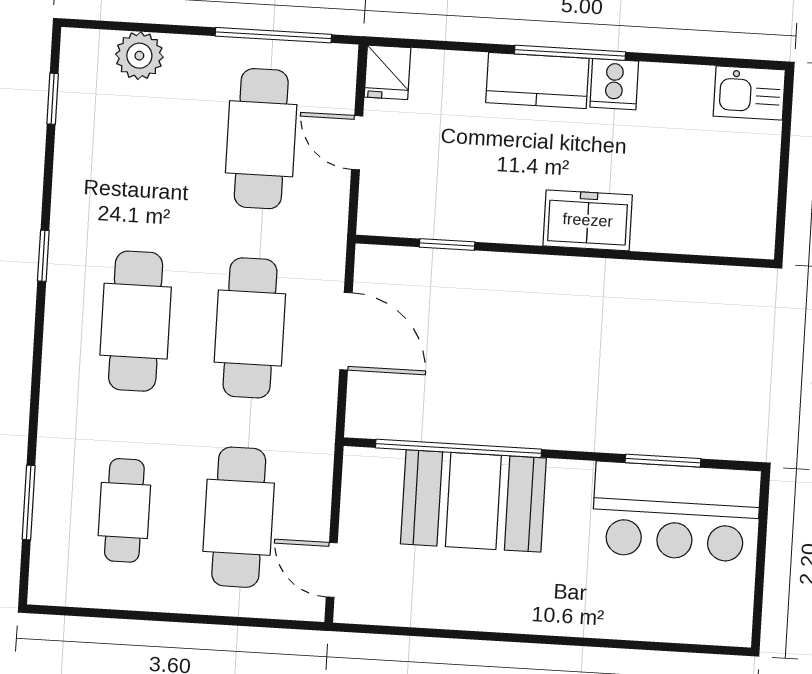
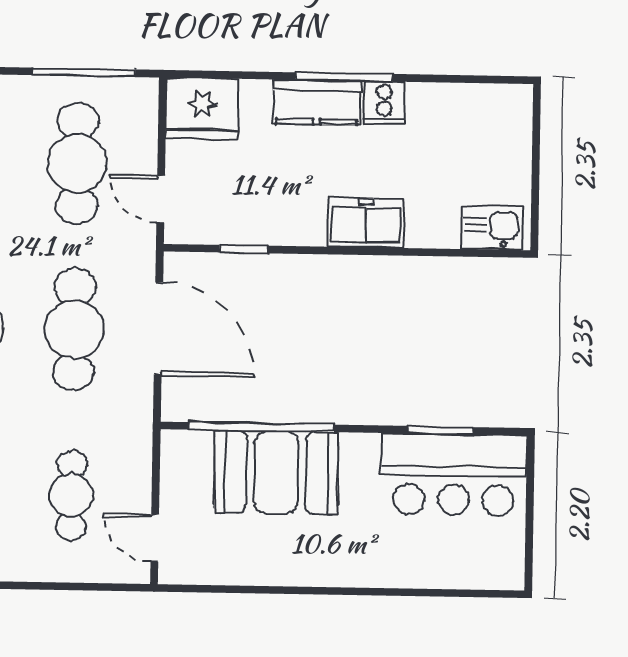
fridge: (387, 72) -> (202, 109), width x1.88, depth x1.34
kitchen sink: (749, 93) -> (492, 228), moved, turned 180
door: (357, 143) -> (161, 199), moved
door: (346, 331) -> (158, 329), width x1.36
cafe table: (239, 517) -> (71, 495), width x0.73, depth x0.74

